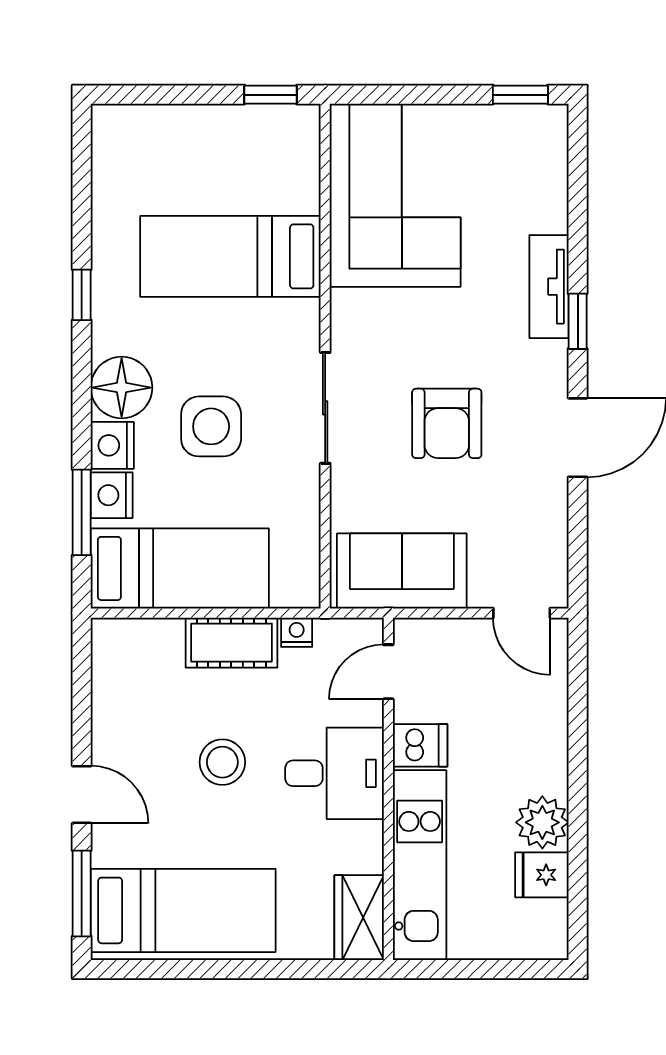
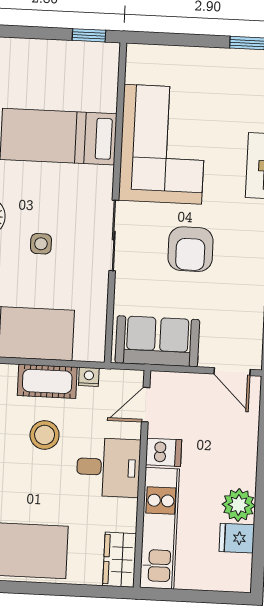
corner sofa: (395, 195) -> (163, 144), moved
side table: (211, 426) -> (41, 244), width x0.54, depth x0.54
stool: (222, 762) -> (45, 435), moved

